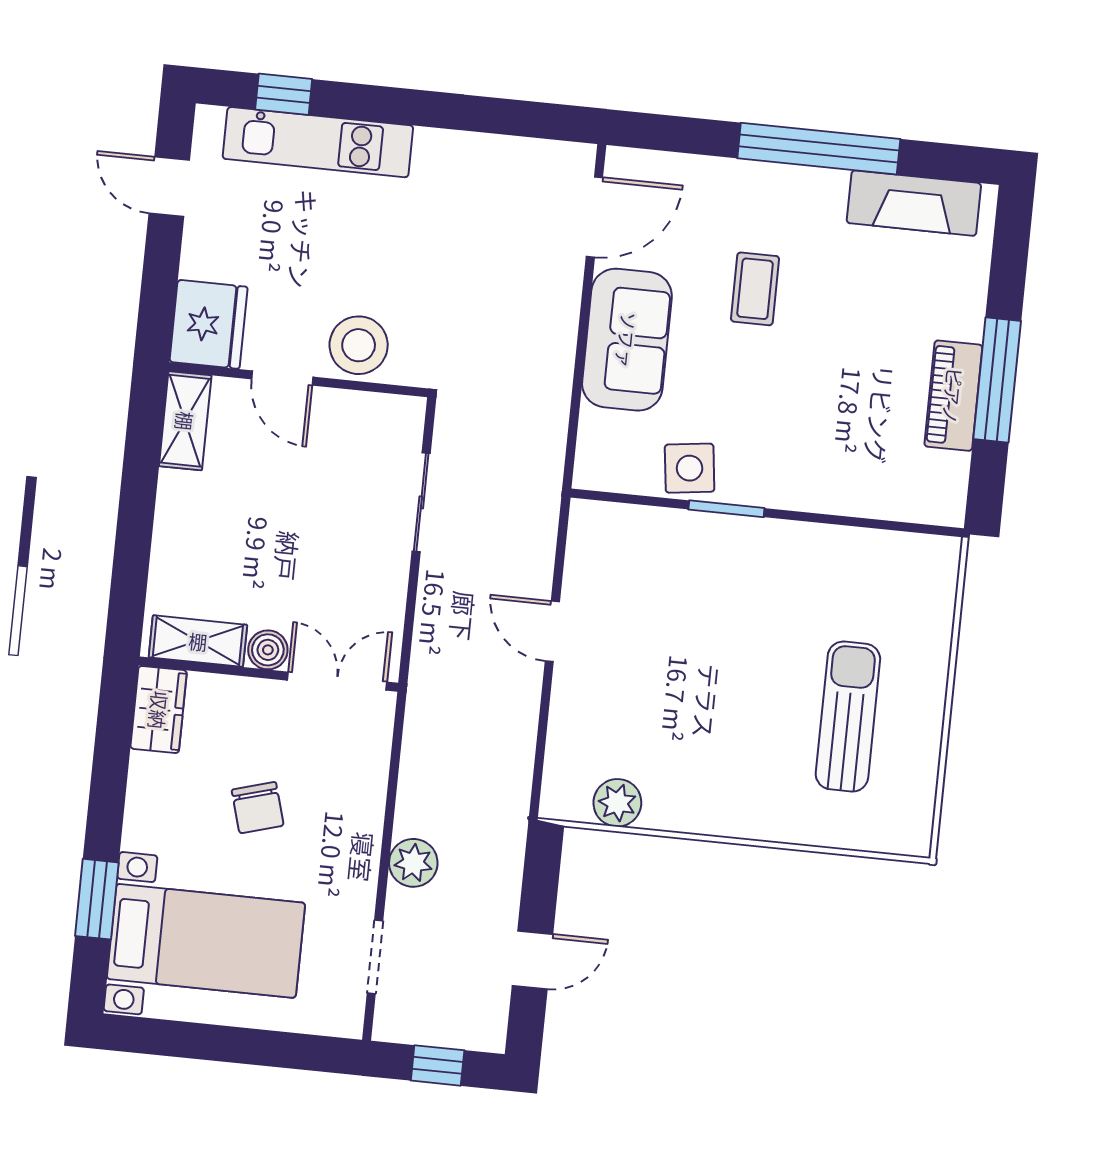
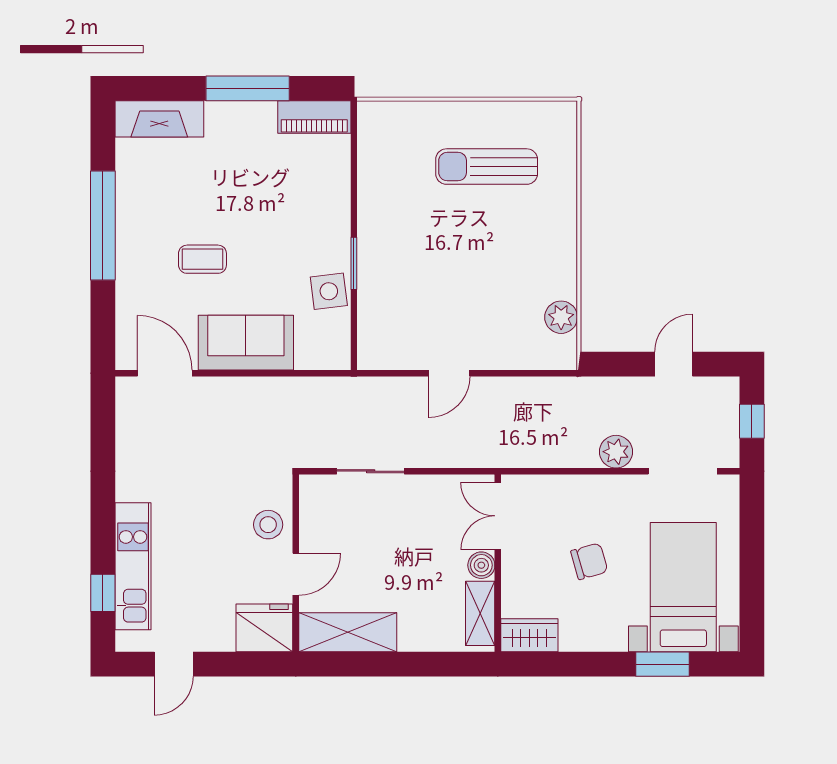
fireplace: (914, 203) -> (159, 119), moved, turned 90
stool: (359, 345) -> (268, 525), width x0.73, depth x0.73
piano: (953, 396) -> (314, 117), moved
shelving: (185, 421) -> (348, 632), width x1.50, depth x1.33
doorway: (375, 957) -> (683, 471), width x1.38
door: (532, 960) -> (674, 364), hinge flipped

